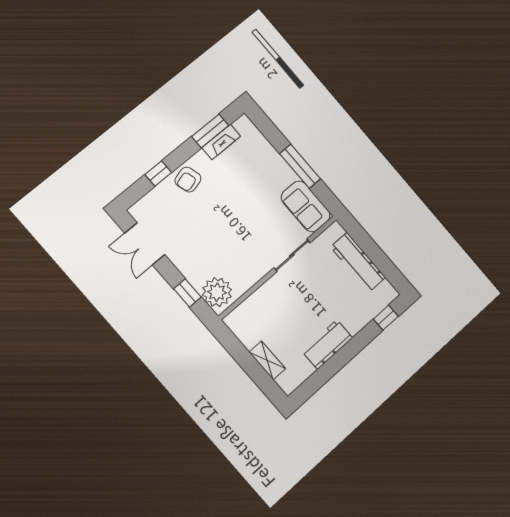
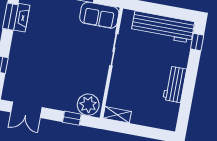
armchair: (188, 180) -> (21, 54), removed
workbench: (358, 262) -> (163, 27), width x1.36, depth x1.32
shelving: (267, 360) -> (117, 115), moved

